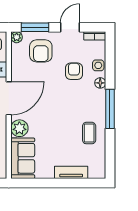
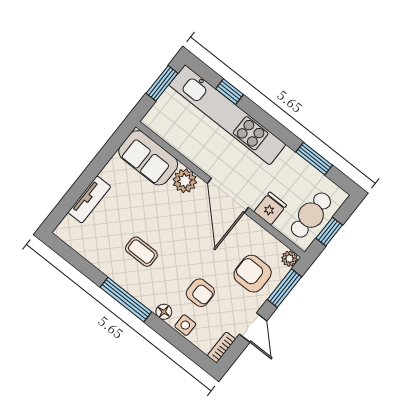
coffee table: (89, 133) -> (141, 252), moved

